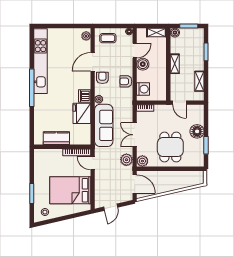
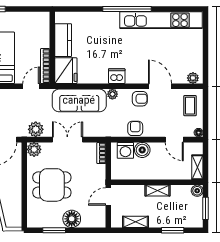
boiler: (143, 64) -> (142, 150), moved
fridge: (82, 113) -> (66, 71), moved, turned 90

